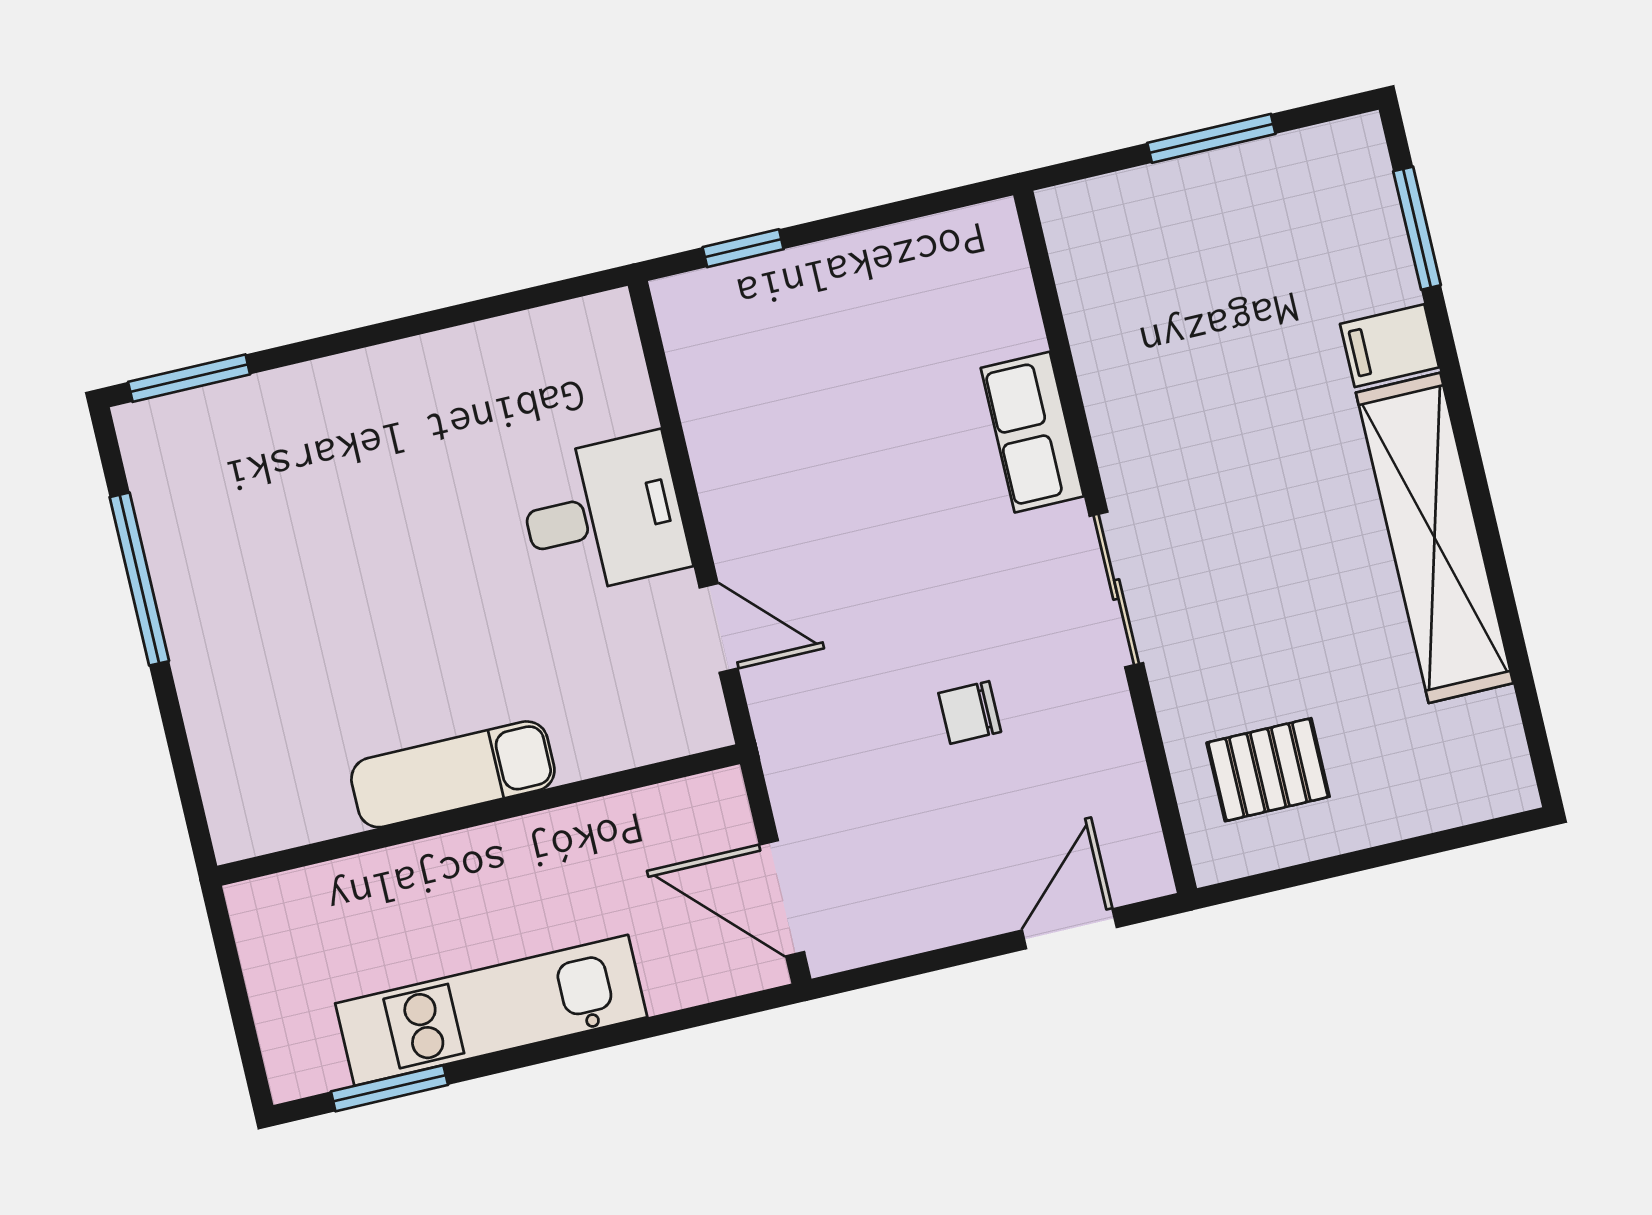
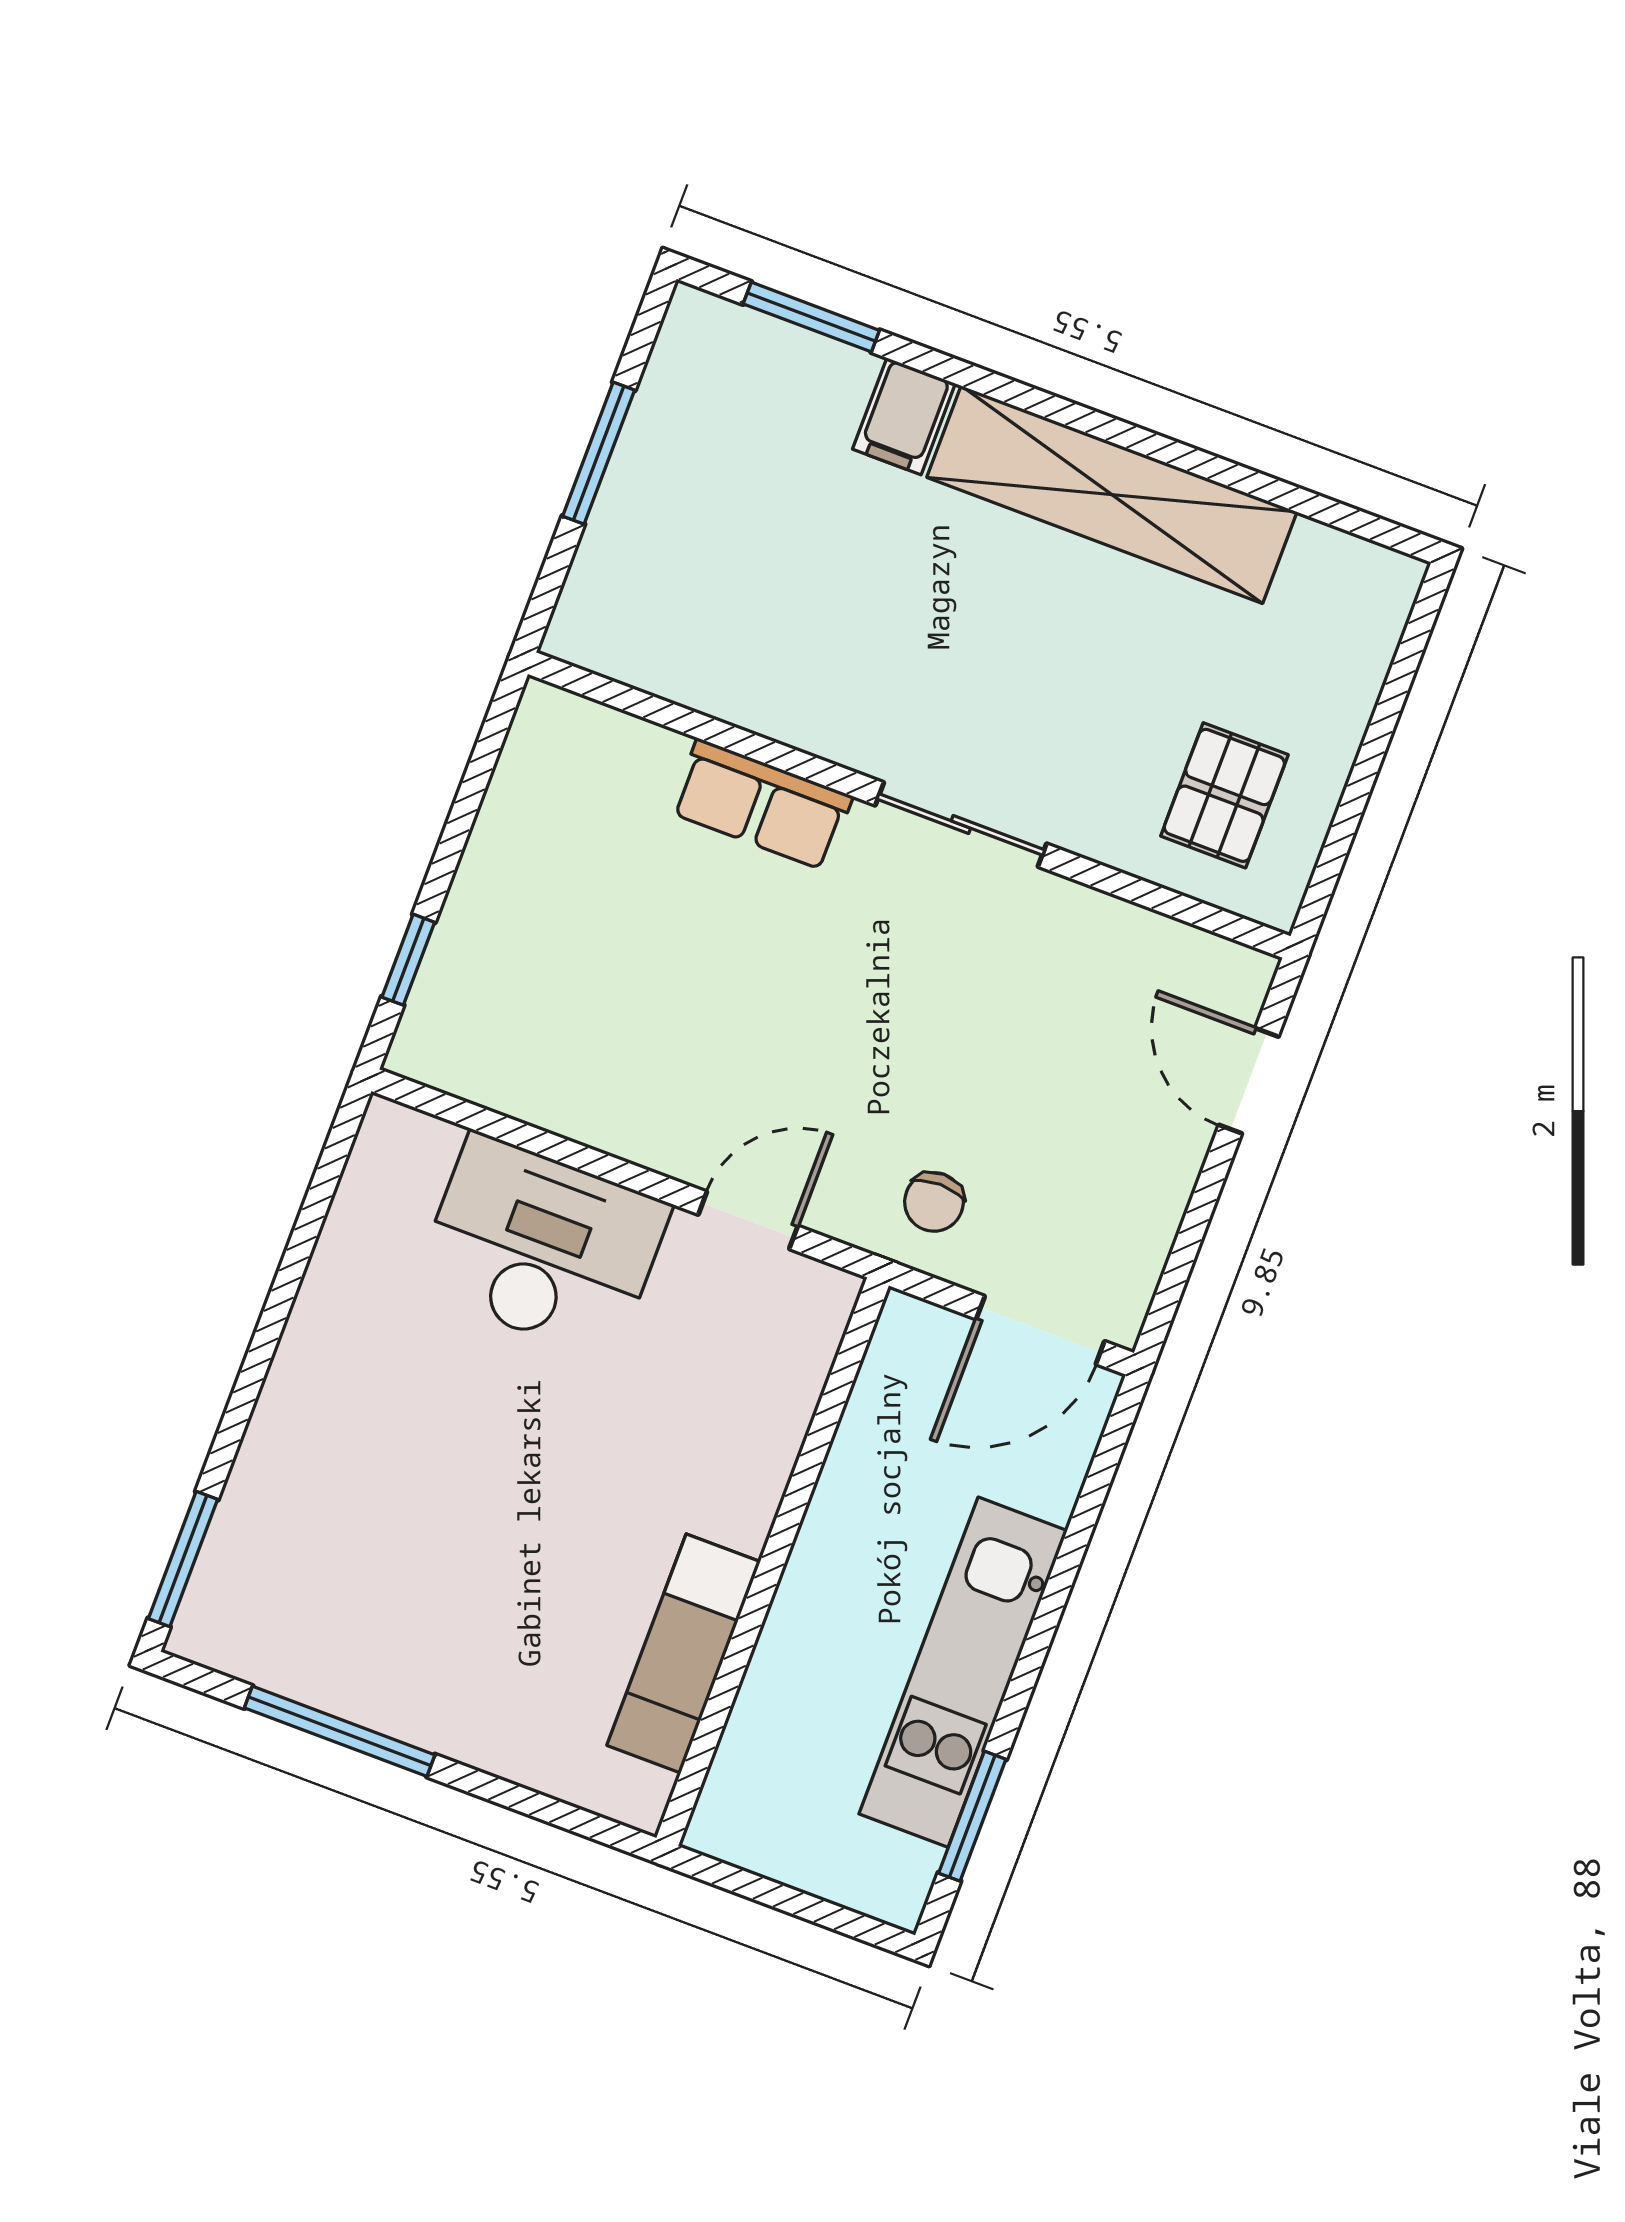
desk: (603, 515) -> (542, 1247), width x1.37
chair: (970, 712) -> (934, 1202), moved
exam couch: (453, 774) -> (684, 1653), moved

